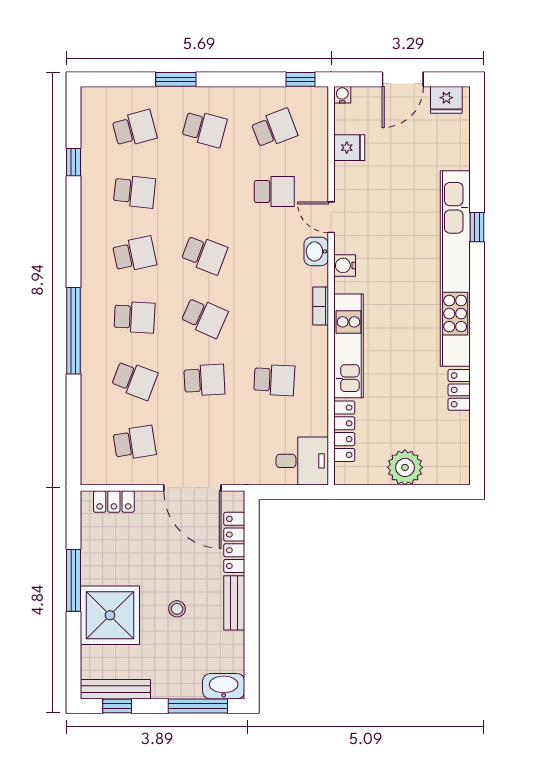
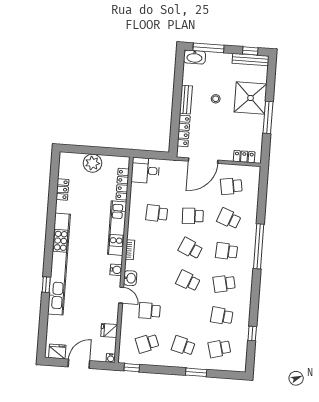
locker: (459, 390) -> (62, 190), moved
door: (192, 488) -> (203, 161), swing flipped

